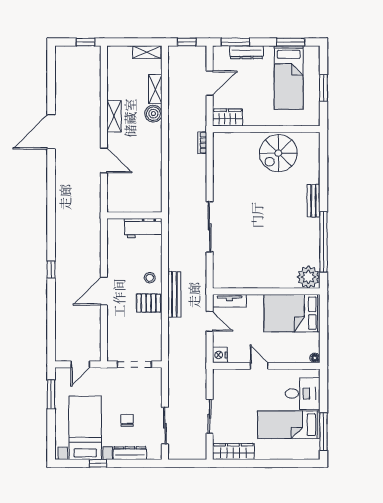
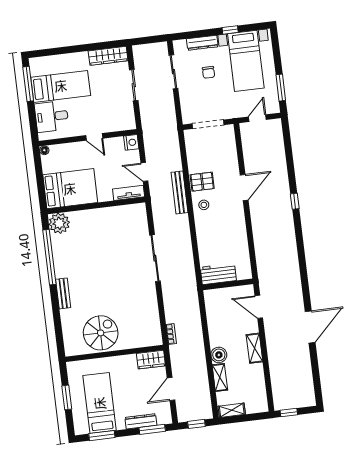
wall: (134, 215) -> (228, 284), moved
workbench: (143, 228) -> (218, 274), moved

